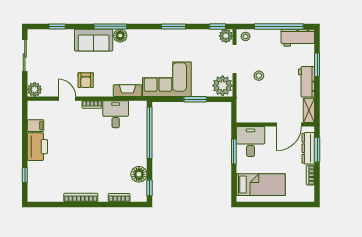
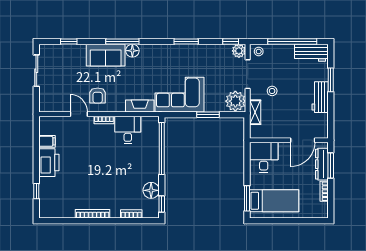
plant: (35, 89) -> (46, 105), removed
shelving: (309, 110) -> (255, 112), moved
window: (234, 152) -> (247, 198), moved

